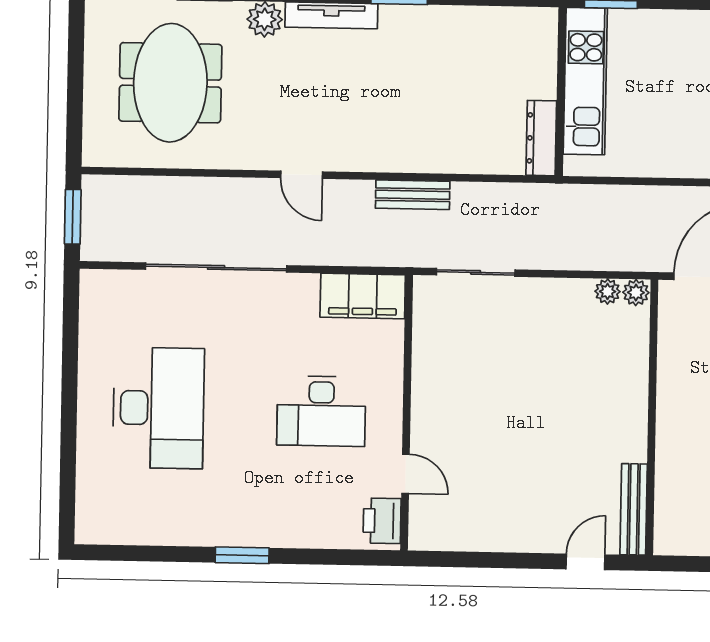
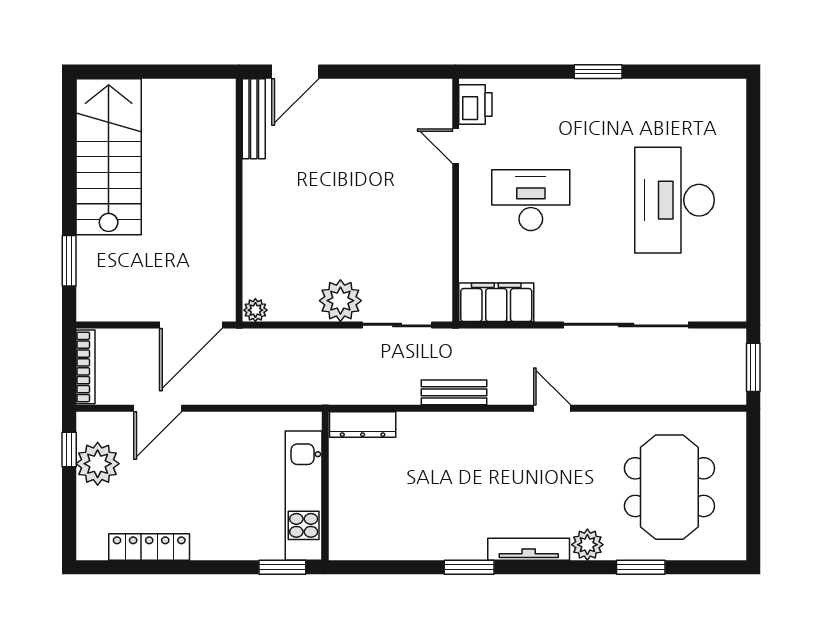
dresser: (541, 138) -> (363, 425), moved, turned 90
plant: (608, 291) -> (340, 301), moved, width x1.88, depth x1.88
door: (585, 562) -> (295, 72), width x1.38

